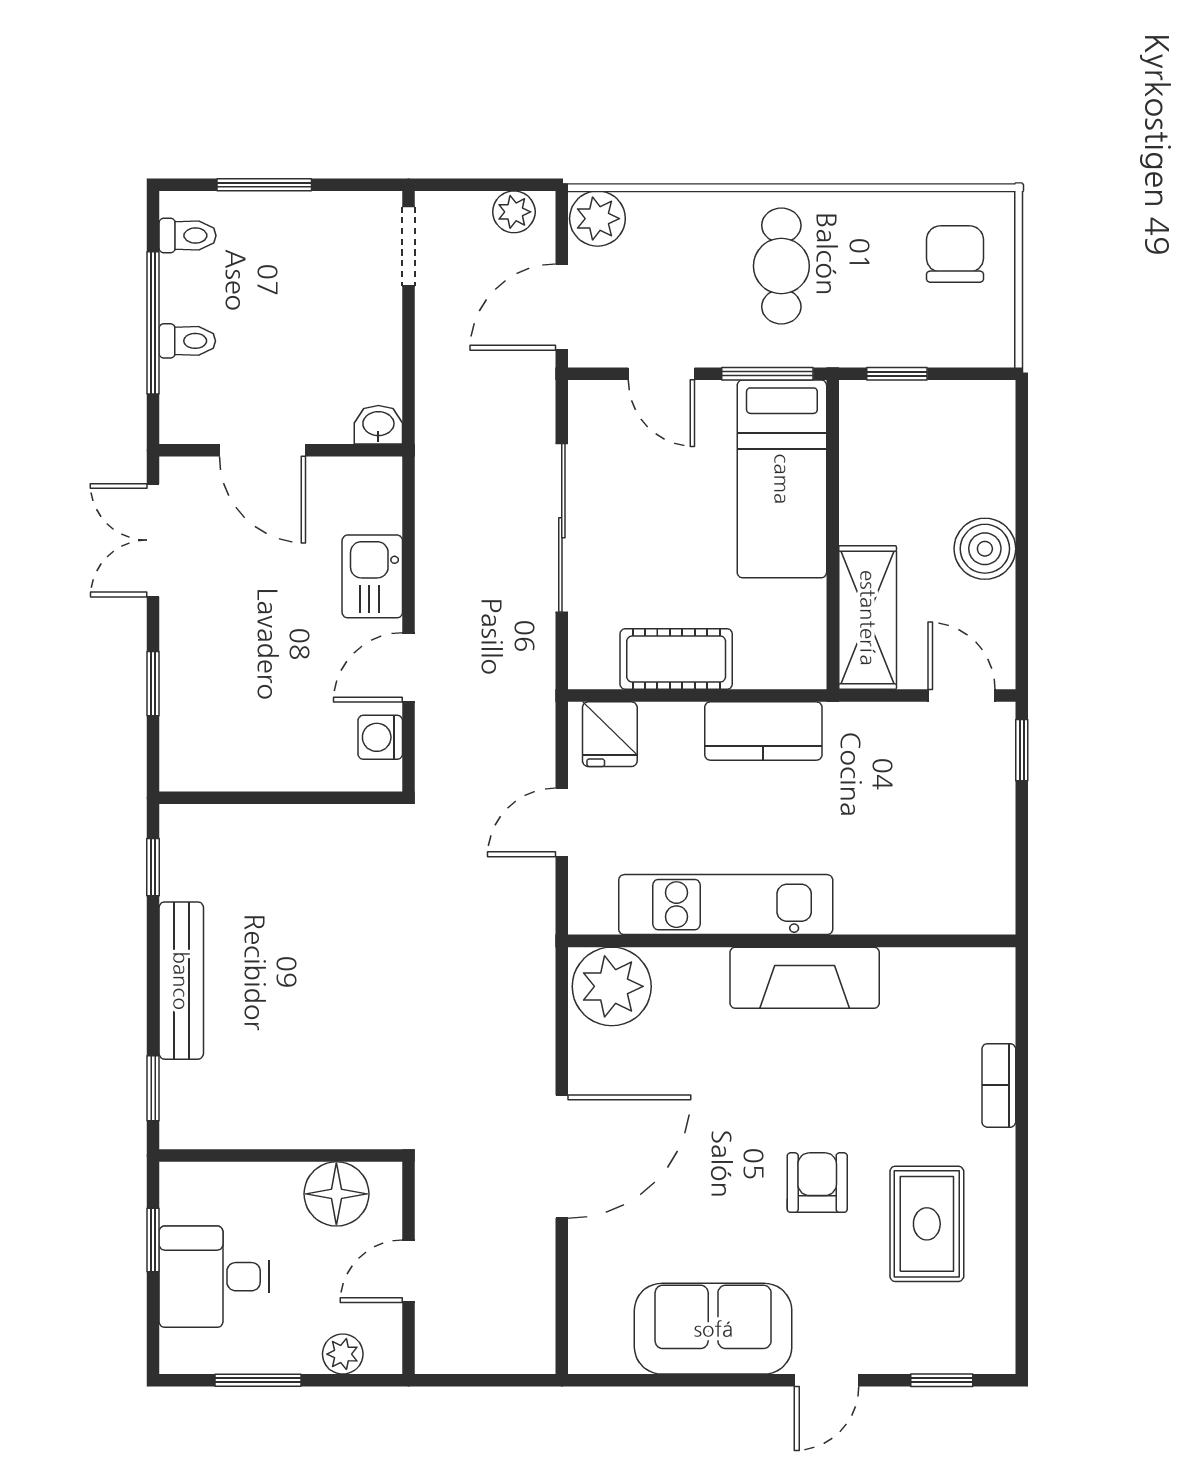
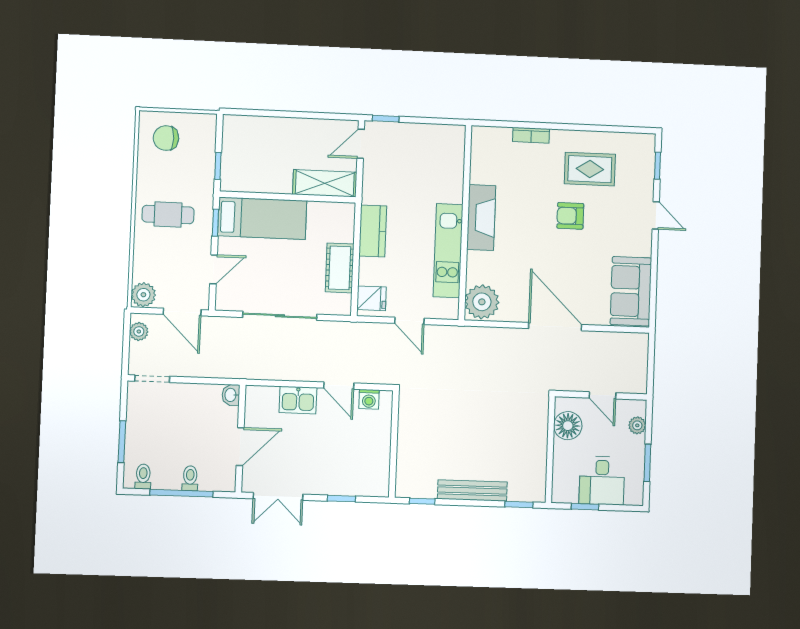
window: (767, 374) -> (215, 223), width x0.67
boiler: (985, 549) -> (297, 131), removed
sofa: (713, 1329) -> (631, 291), moved

